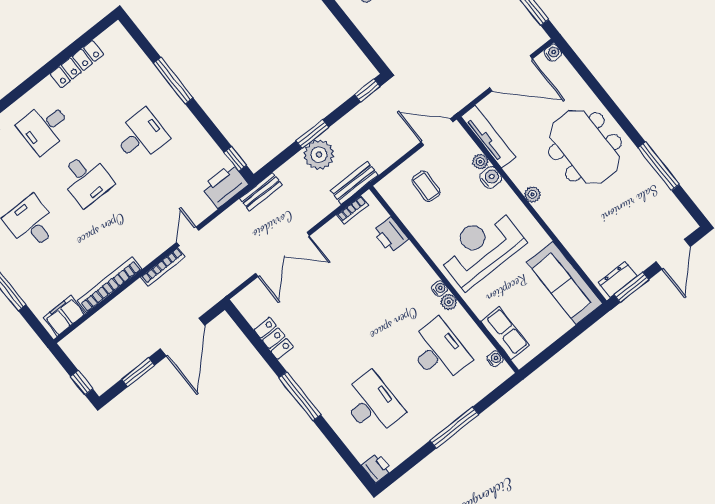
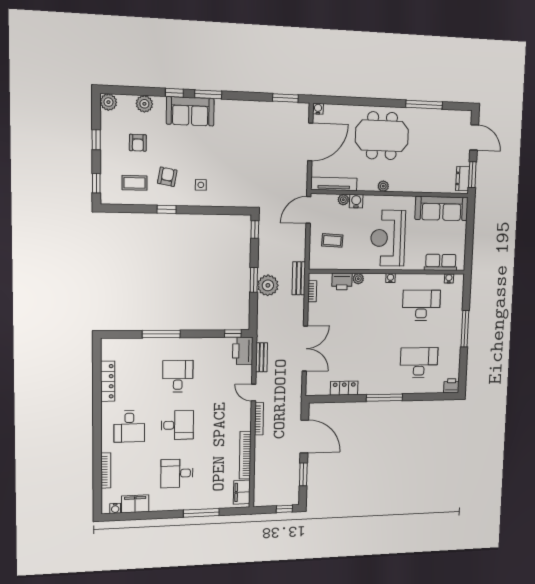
bench: (261, 192) -> (262, 357), moved
plant: (449, 302) -> (358, 279), moved

